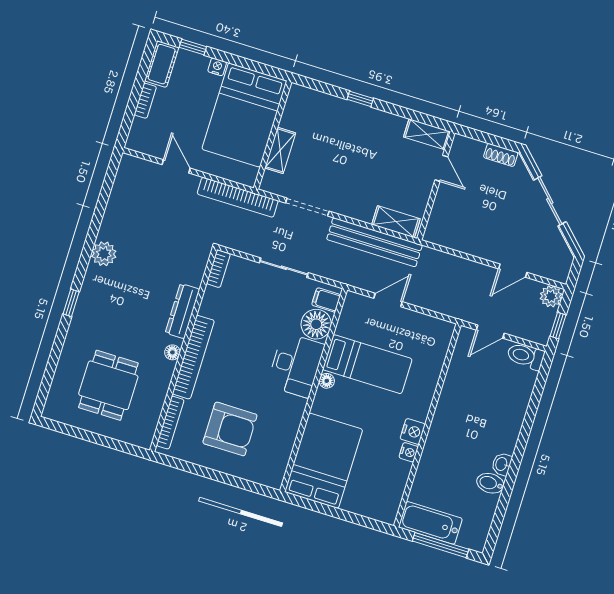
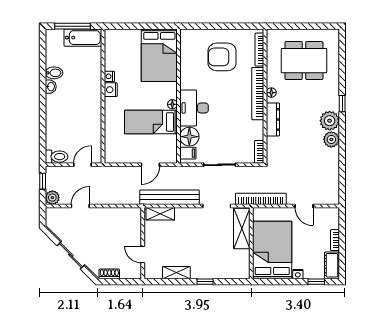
shelving: (427, 134) -> (176, 273), moved
shelving: (280, 150) -> (242, 228), width x1.50, depth x1.33
plant: (98, 283) -> (330, 121), added
dining table: (108, 385) -> (304, 61), width x1.38

